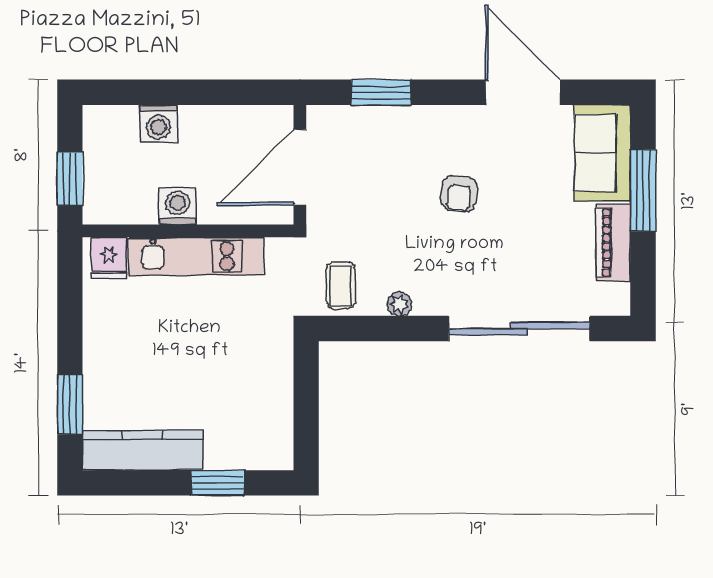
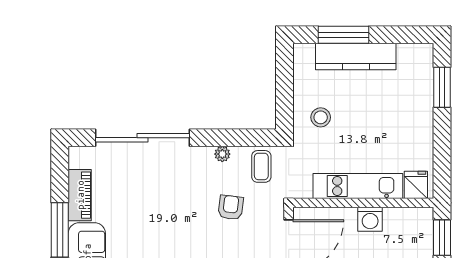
armchair: (459, 194) -> (231, 207), moved
stool: (252, 359) -> (321, 117), added
kitchen counter: (143, 450) -> (356, 57), moved
window: (218, 483) -> (344, 35), width x1.44

